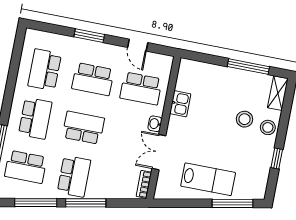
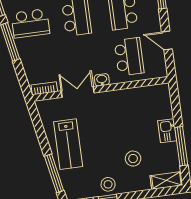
door: (138, 45) -> (167, 41), hinge flipped
school desk: (141, 89) -> (129, 57), turned 180
kitchen sink: (180, 104) -> (167, 131), moved, turned 90
stool: (268, 127) -> (108, 184), moved

